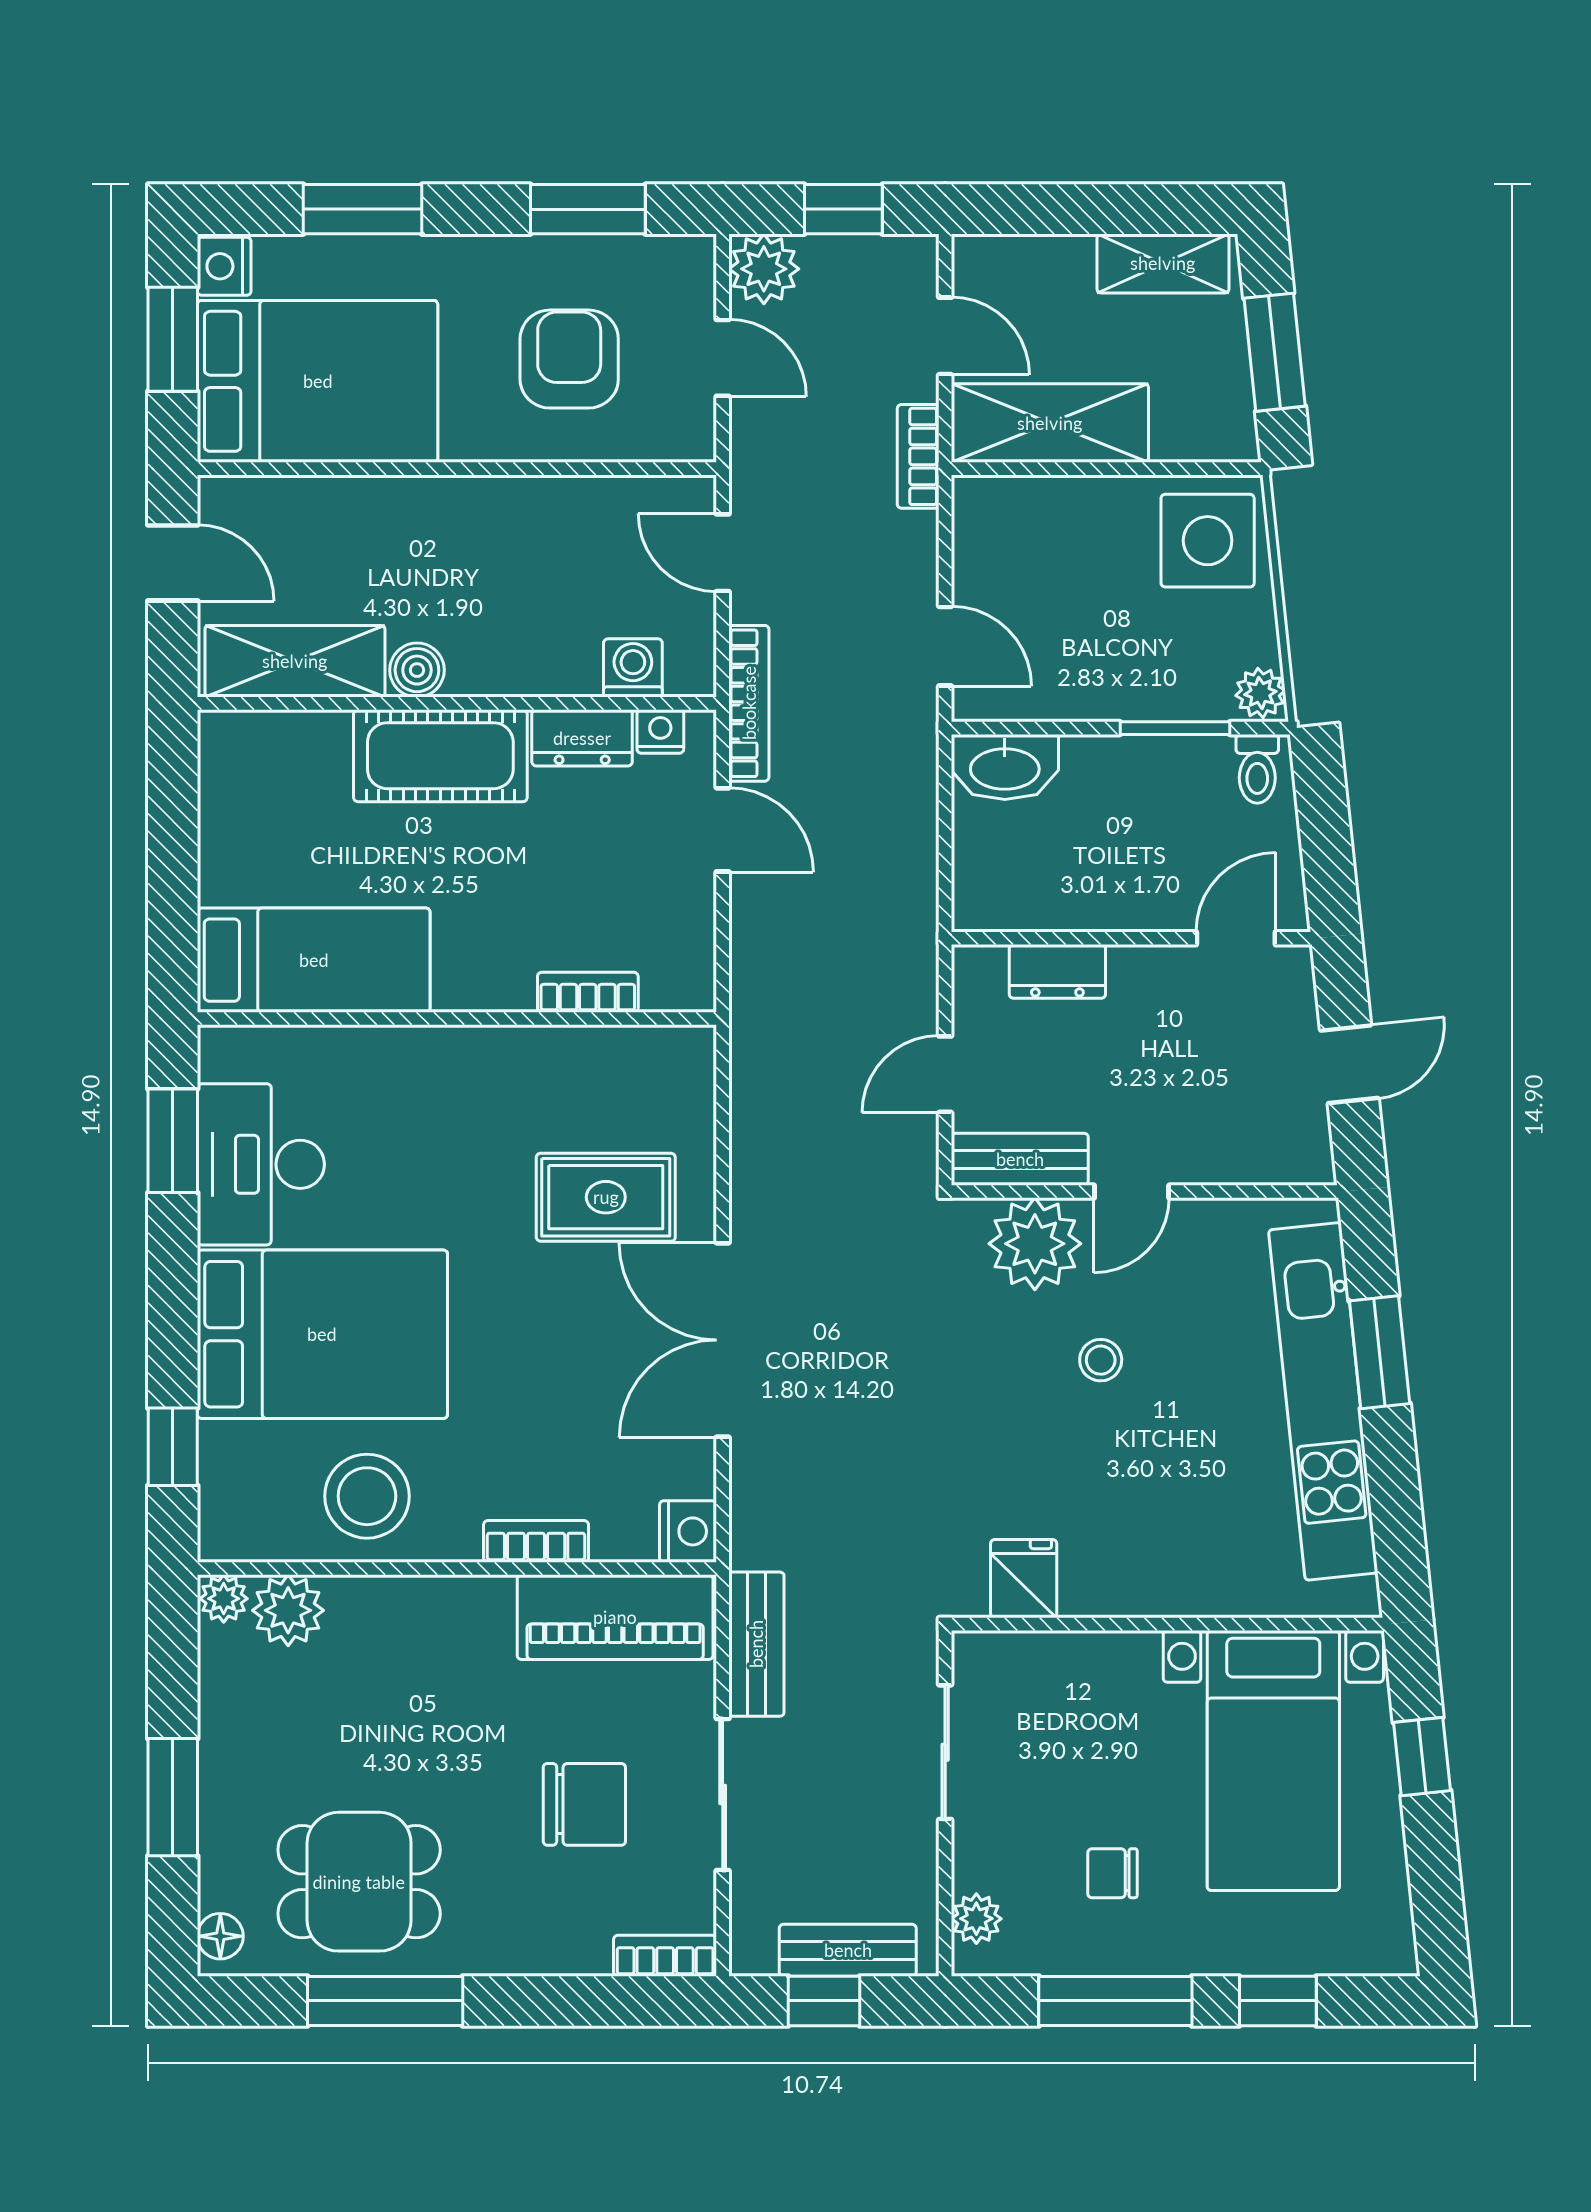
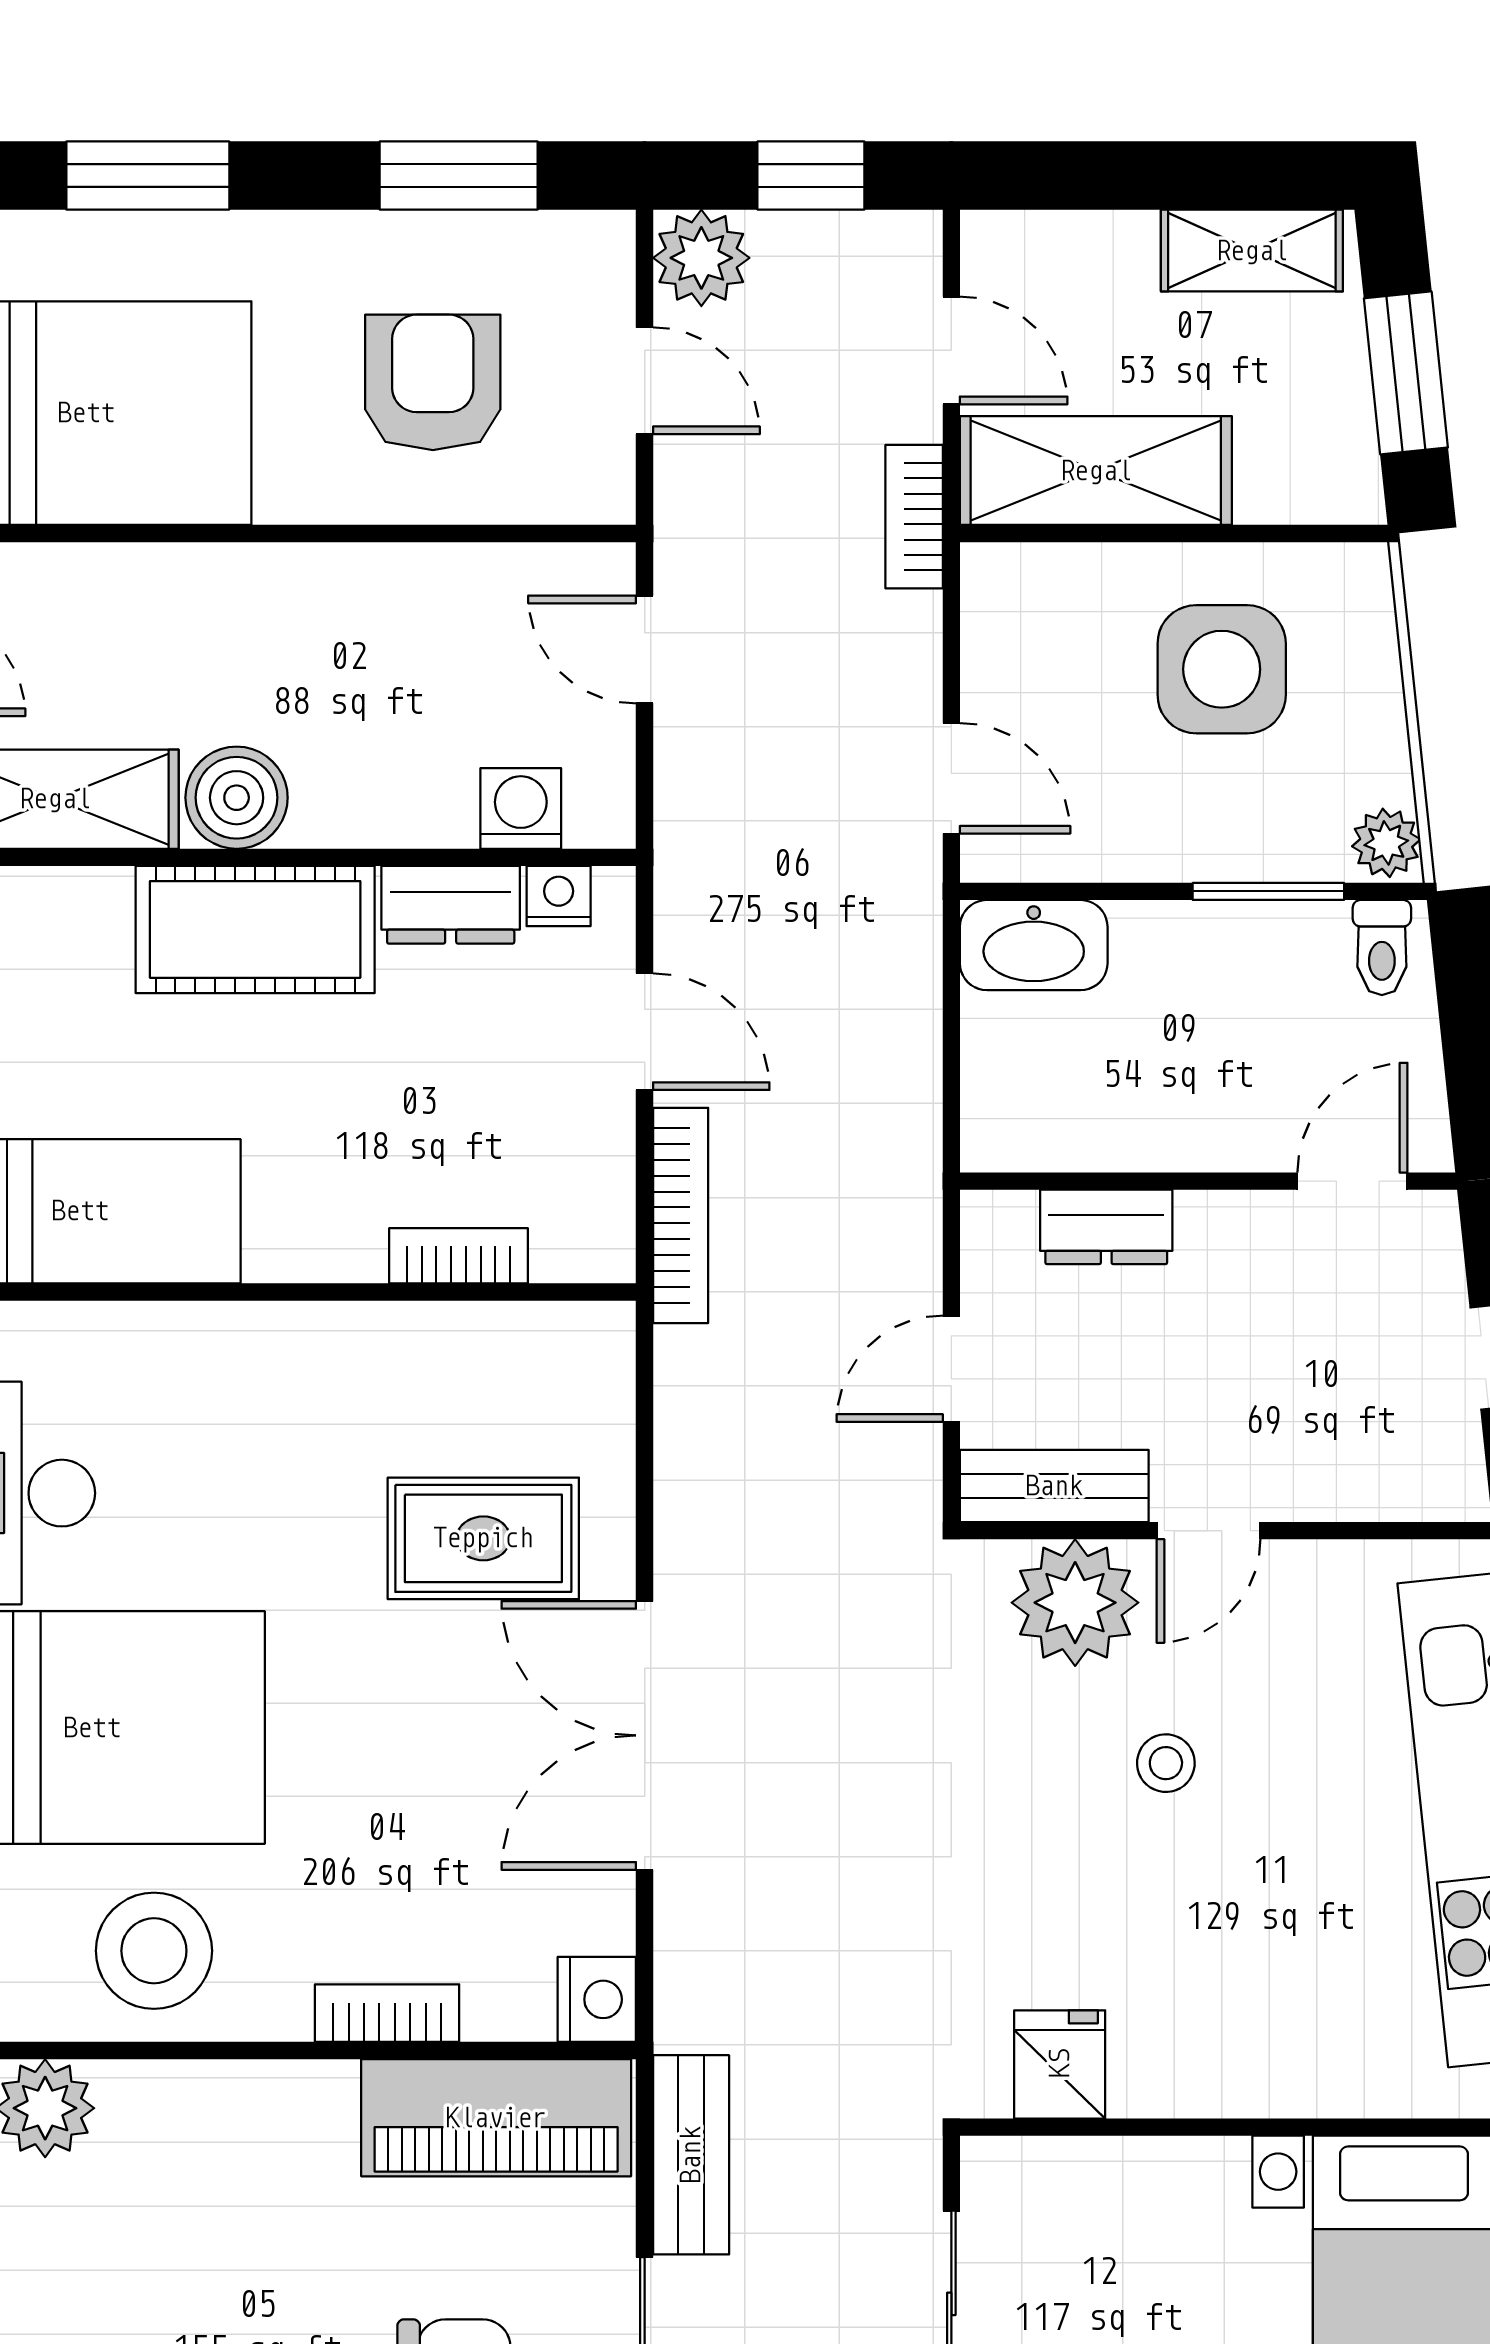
side table: (1208, 541) -> (1222, 669), moved
boiler: (417, 670) -> (237, 798), width x1.36, depth x1.36
bookcase: (749, 703) -> (681, 1215), moved

